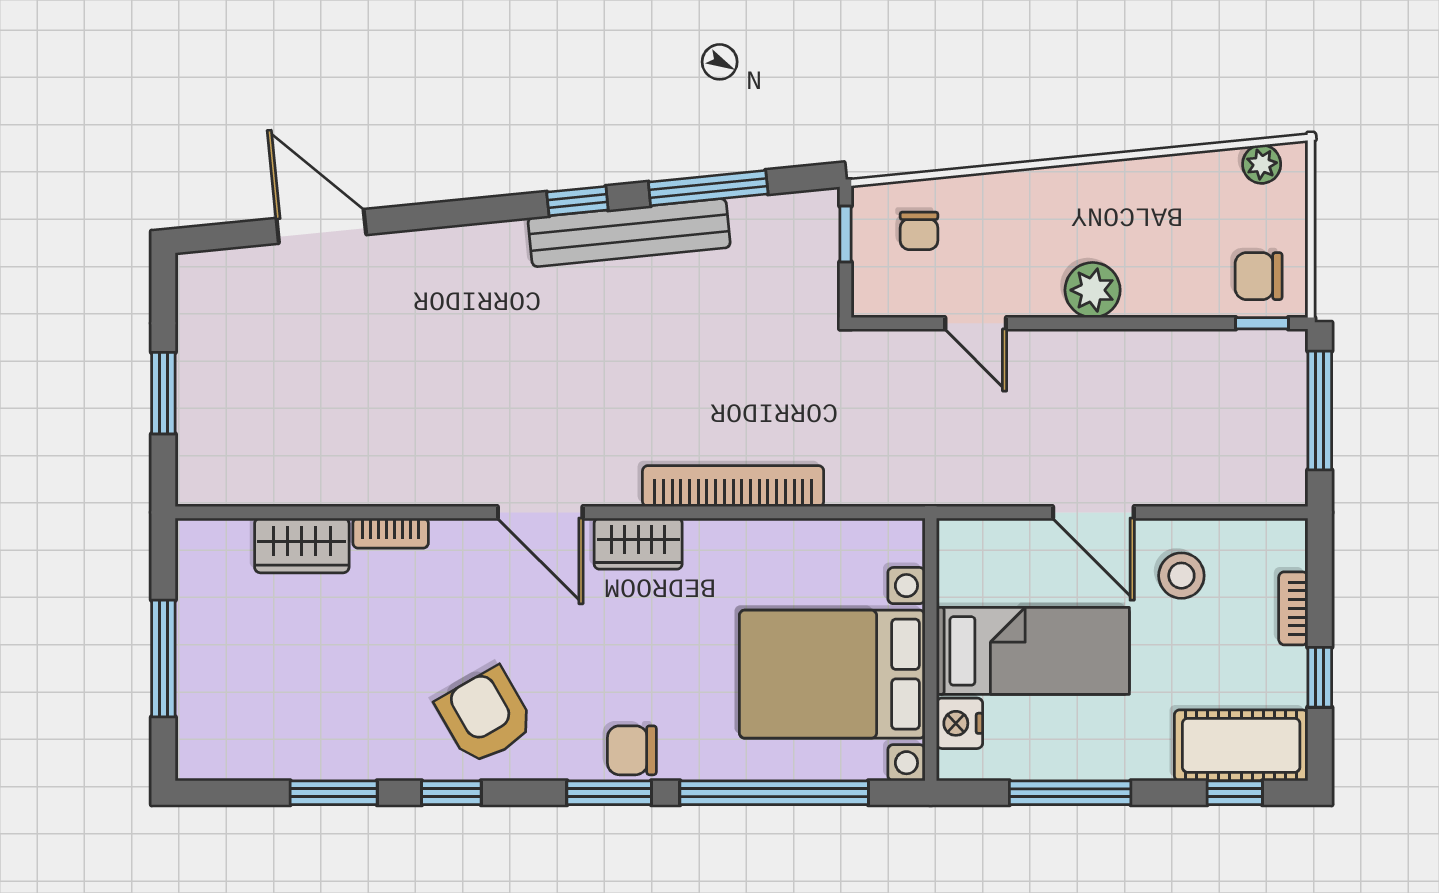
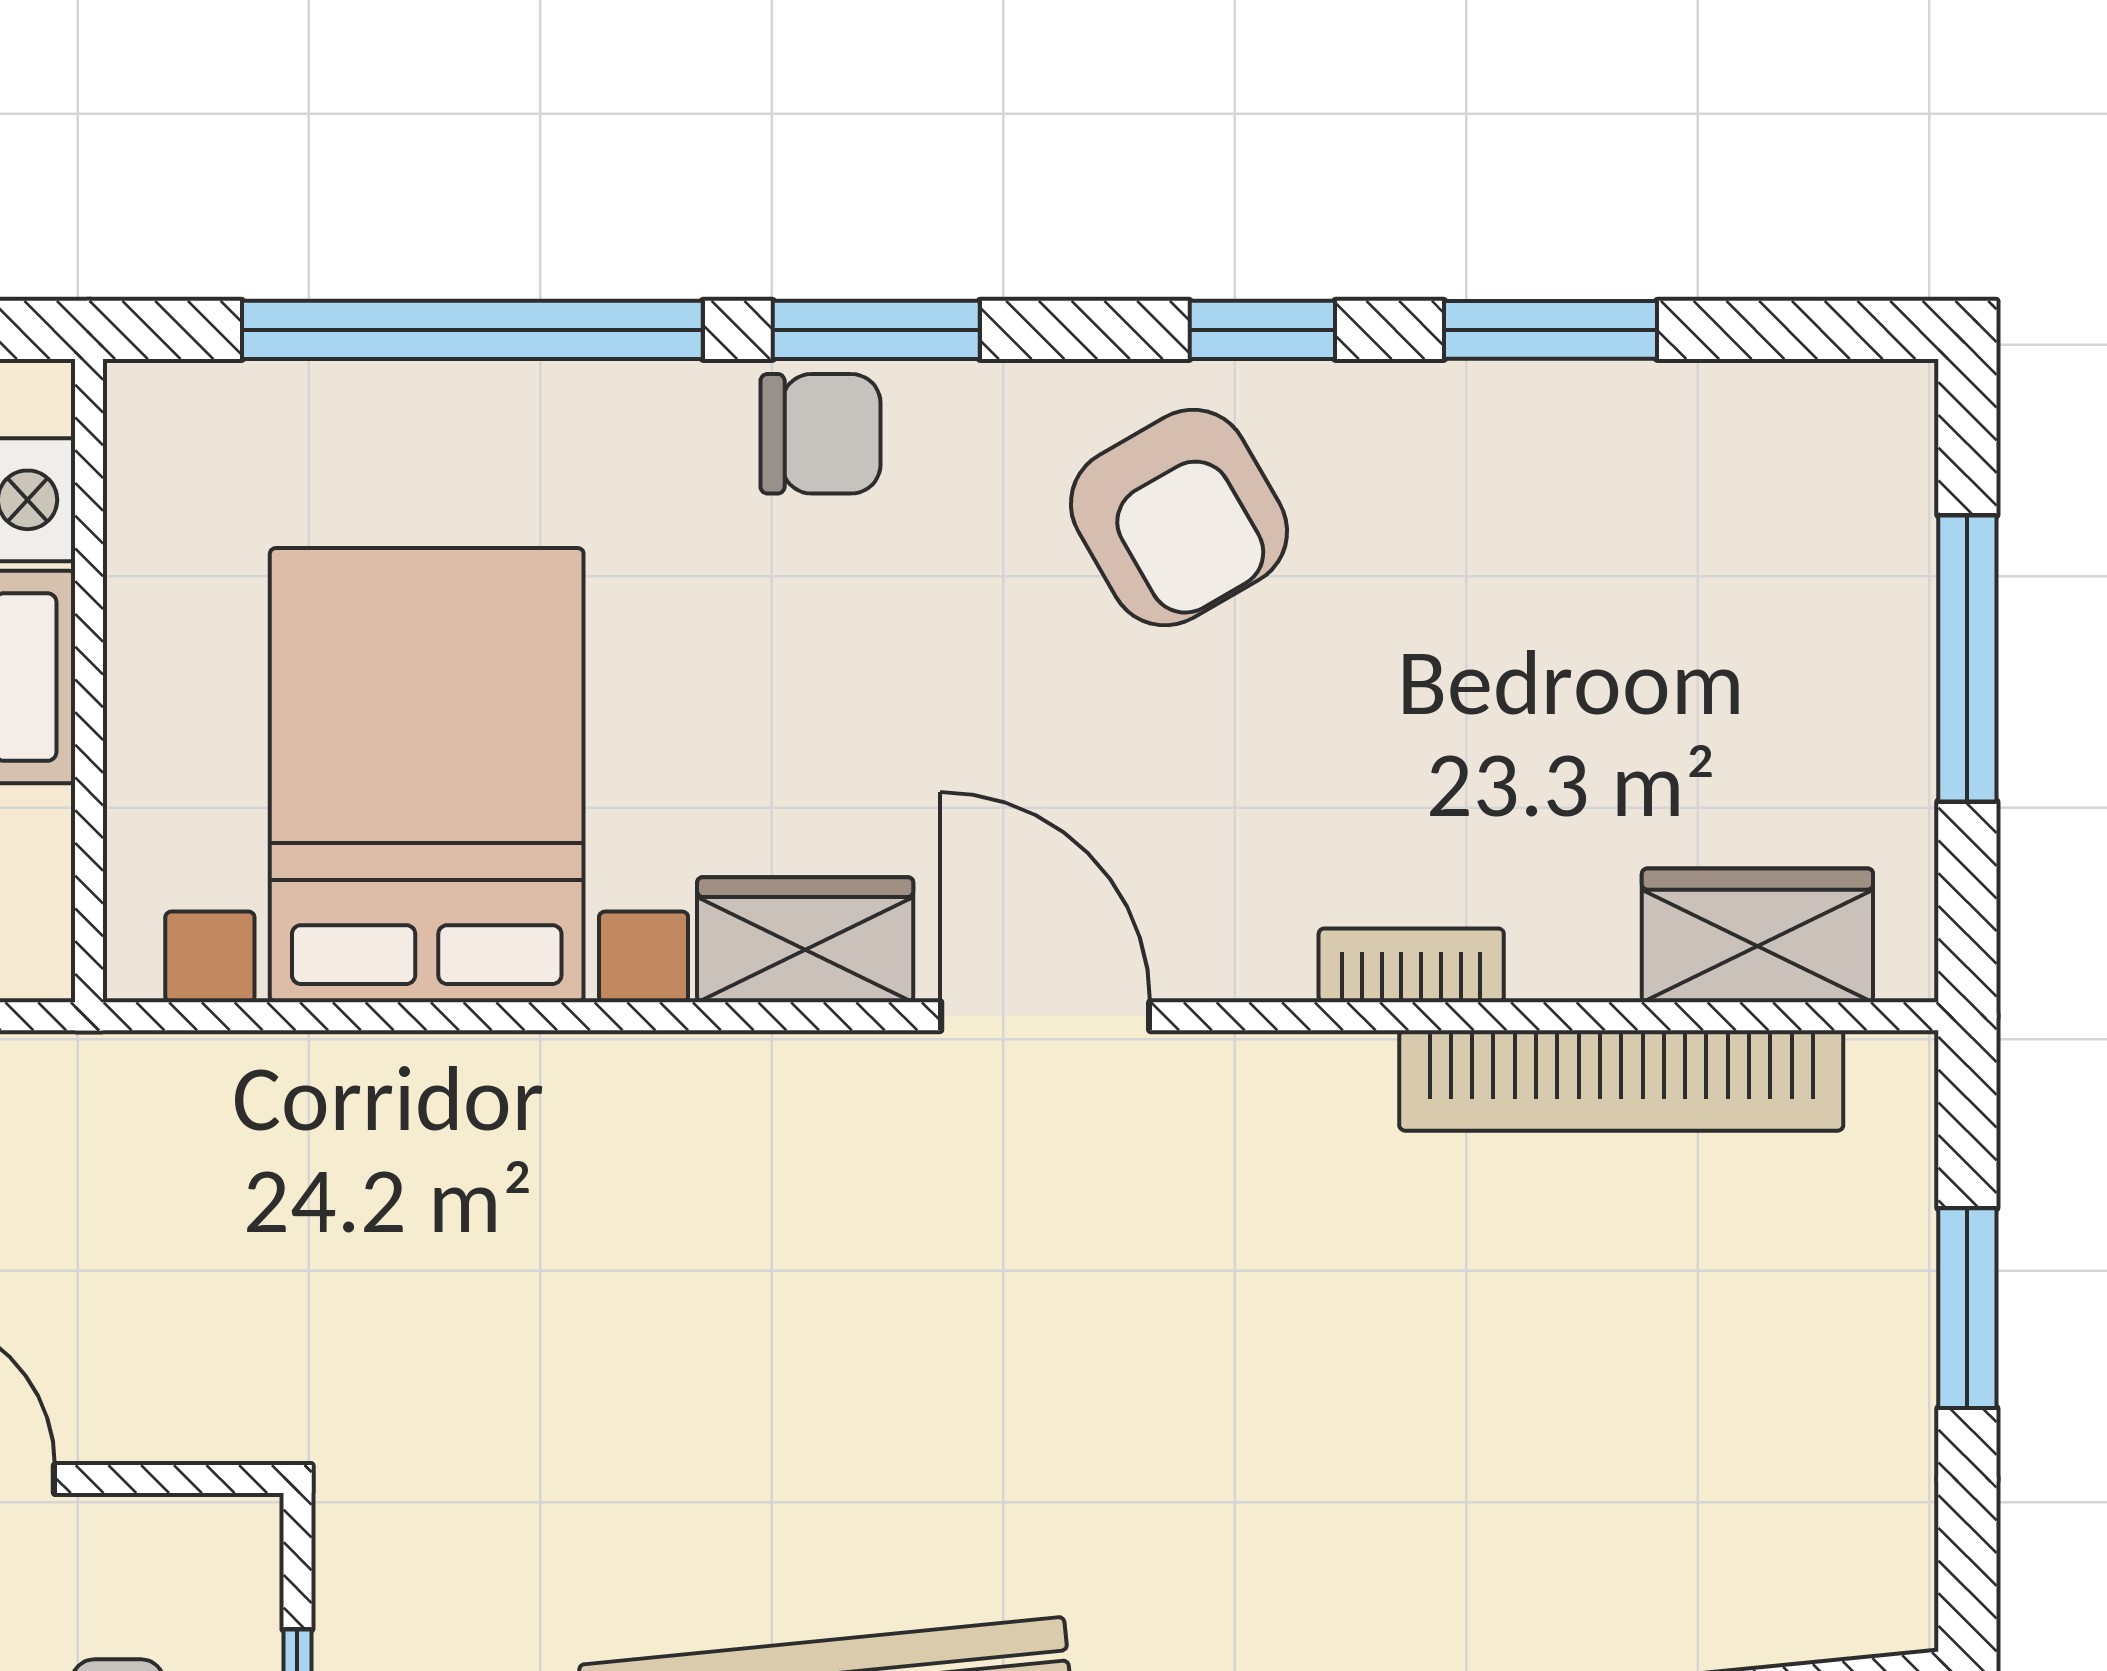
bookcase: (733, 486) -> (1621, 1080), moved
wardrobe: (302, 545) -> (1757, 935), moved
bed with nightstands: (832, 674) -> (427, 775), moved, turned -90

